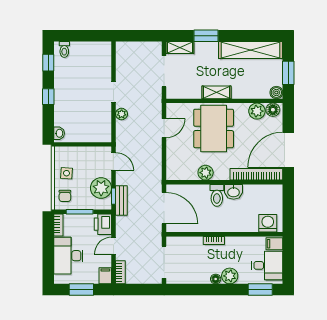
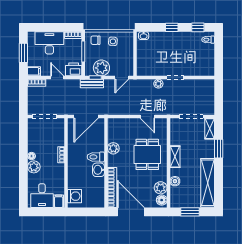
boiler: (276, 92) -> (175, 181), moved
dining table: (214, 128) -> (147, 154), width x0.73
window: (260, 290) -> (23, 190), removed

